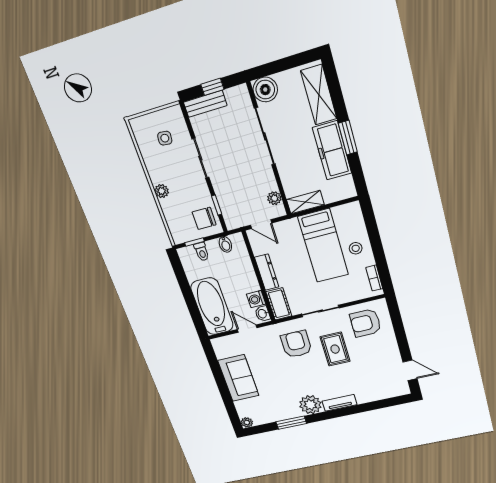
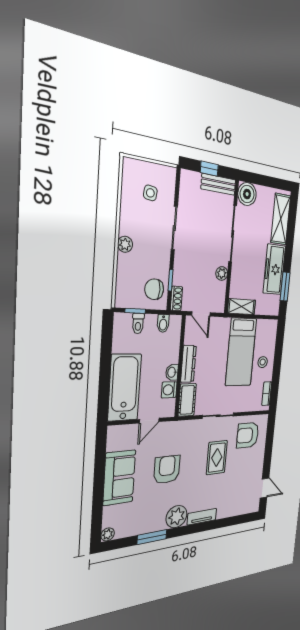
bench: (205, 104) -> (218, 184), moved
window: (348, 138) -> (285, 286), moved
plant: (274, 198) -> (222, 273), moved
shoe rack: (229, 219) -> (176, 298), added
washbasin: (263, 314) -> (172, 372), moved
door: (247, 329) -> (149, 421), swing flipped
armchair: (296, 344) -> (167, 469), moved

